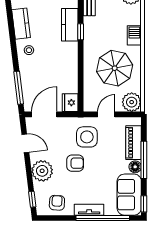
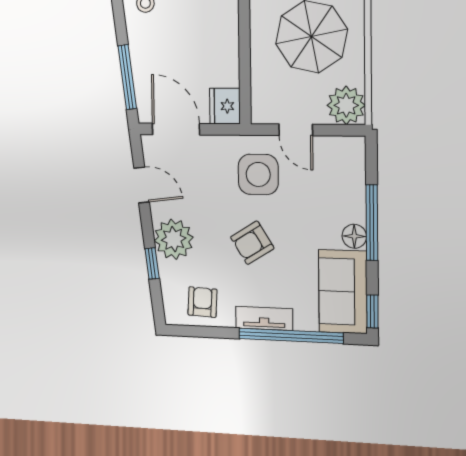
door: (44, 114) -> (176, 129), hinge flipped
door: (106, 114) -> (296, 130), swing flipped
piano: (134, 143) -> (351, 187), removed
armchair: (75, 163) -> (252, 243), moved, turned 148
window: (32, 199) -> (152, 263), moved

